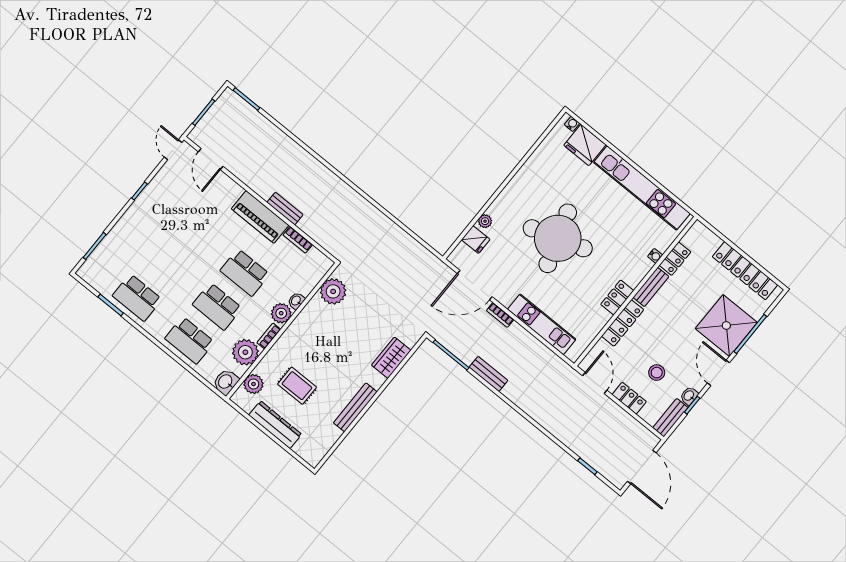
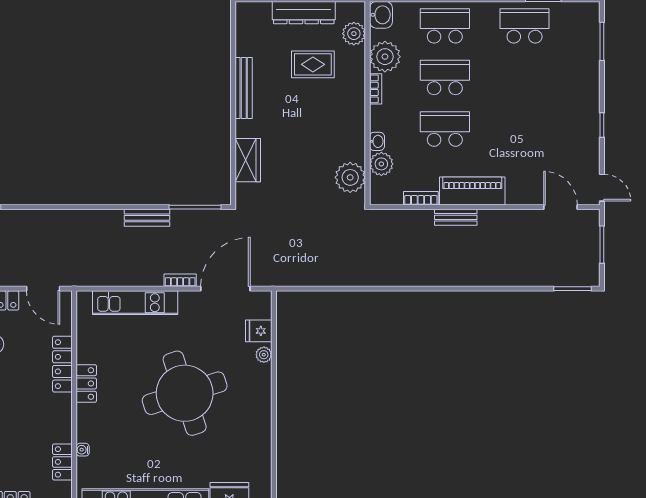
bench: (651, 287) -> (63, 418), removed
plant: (281, 313) -> (381, 164), moved

